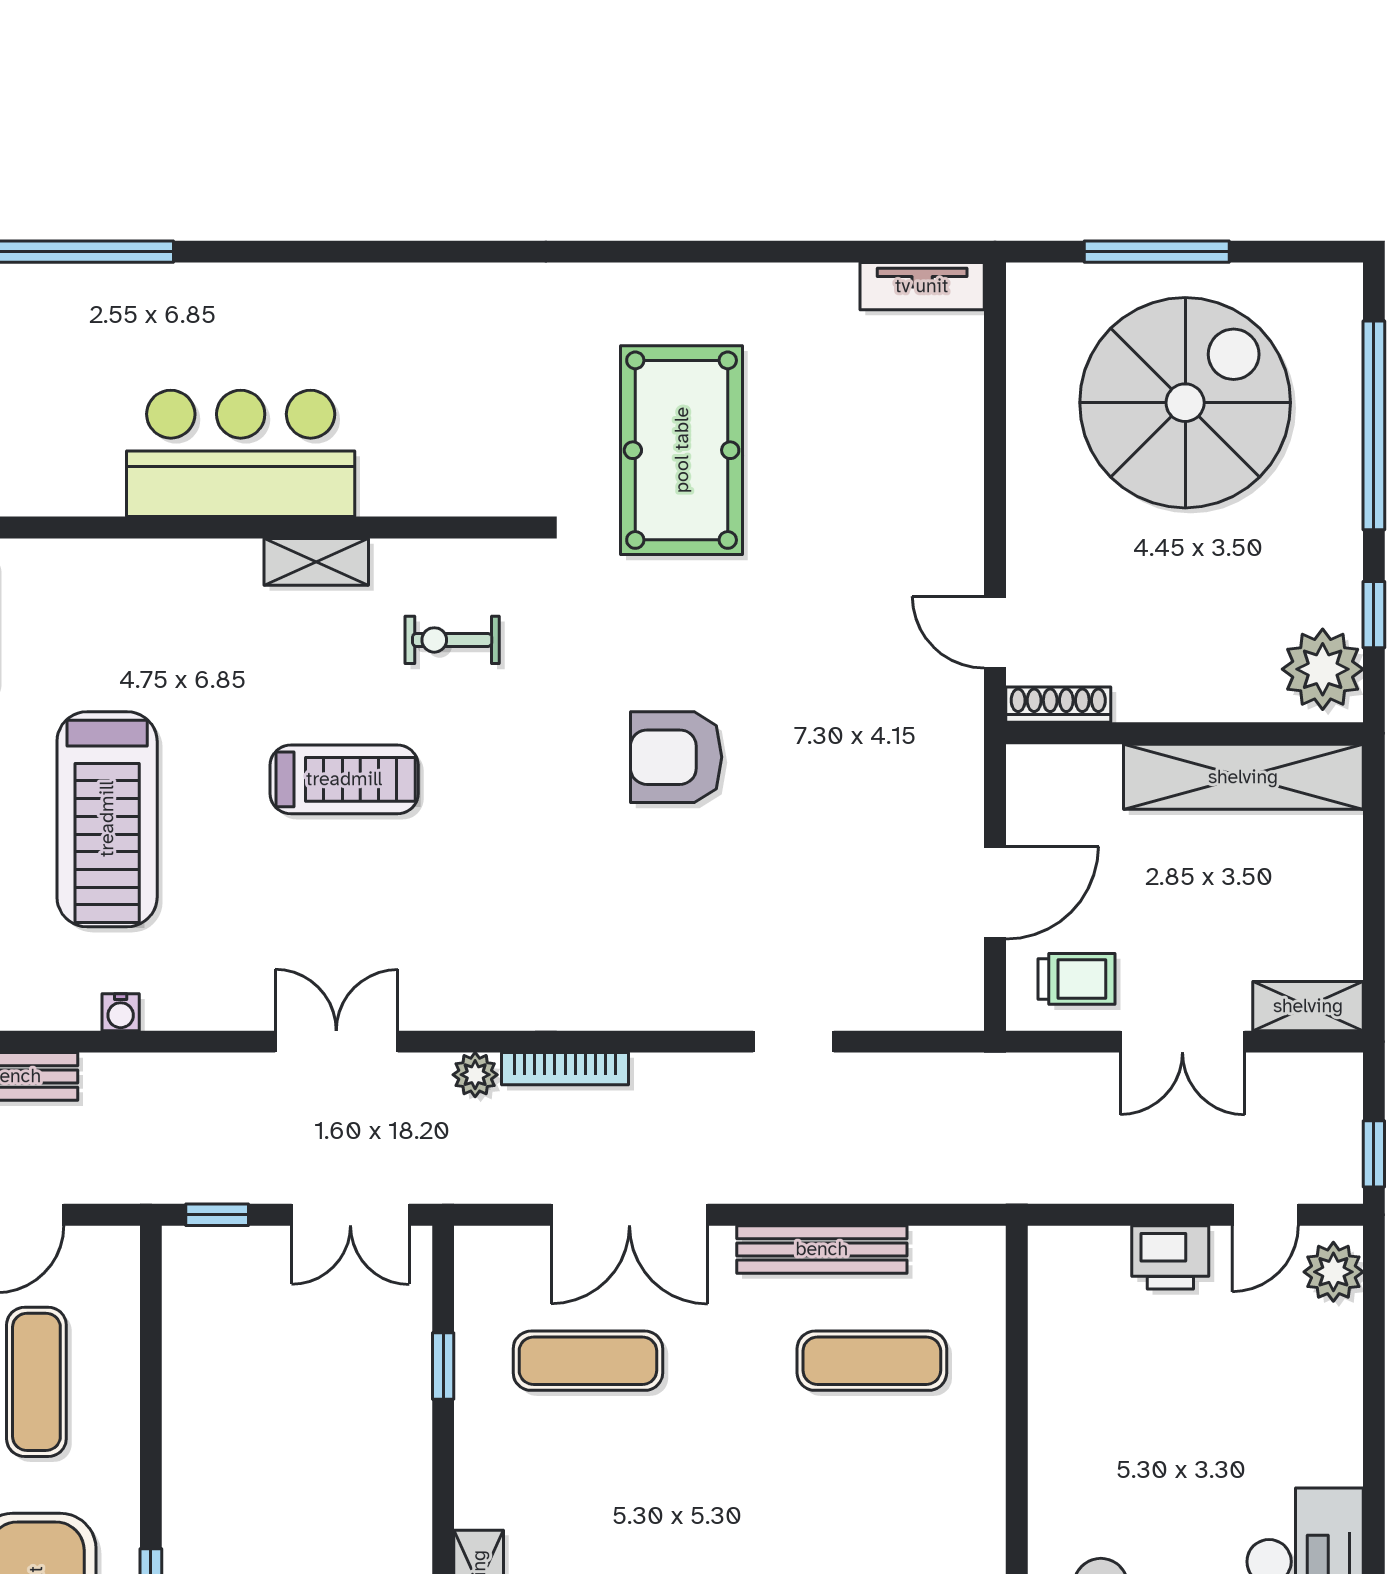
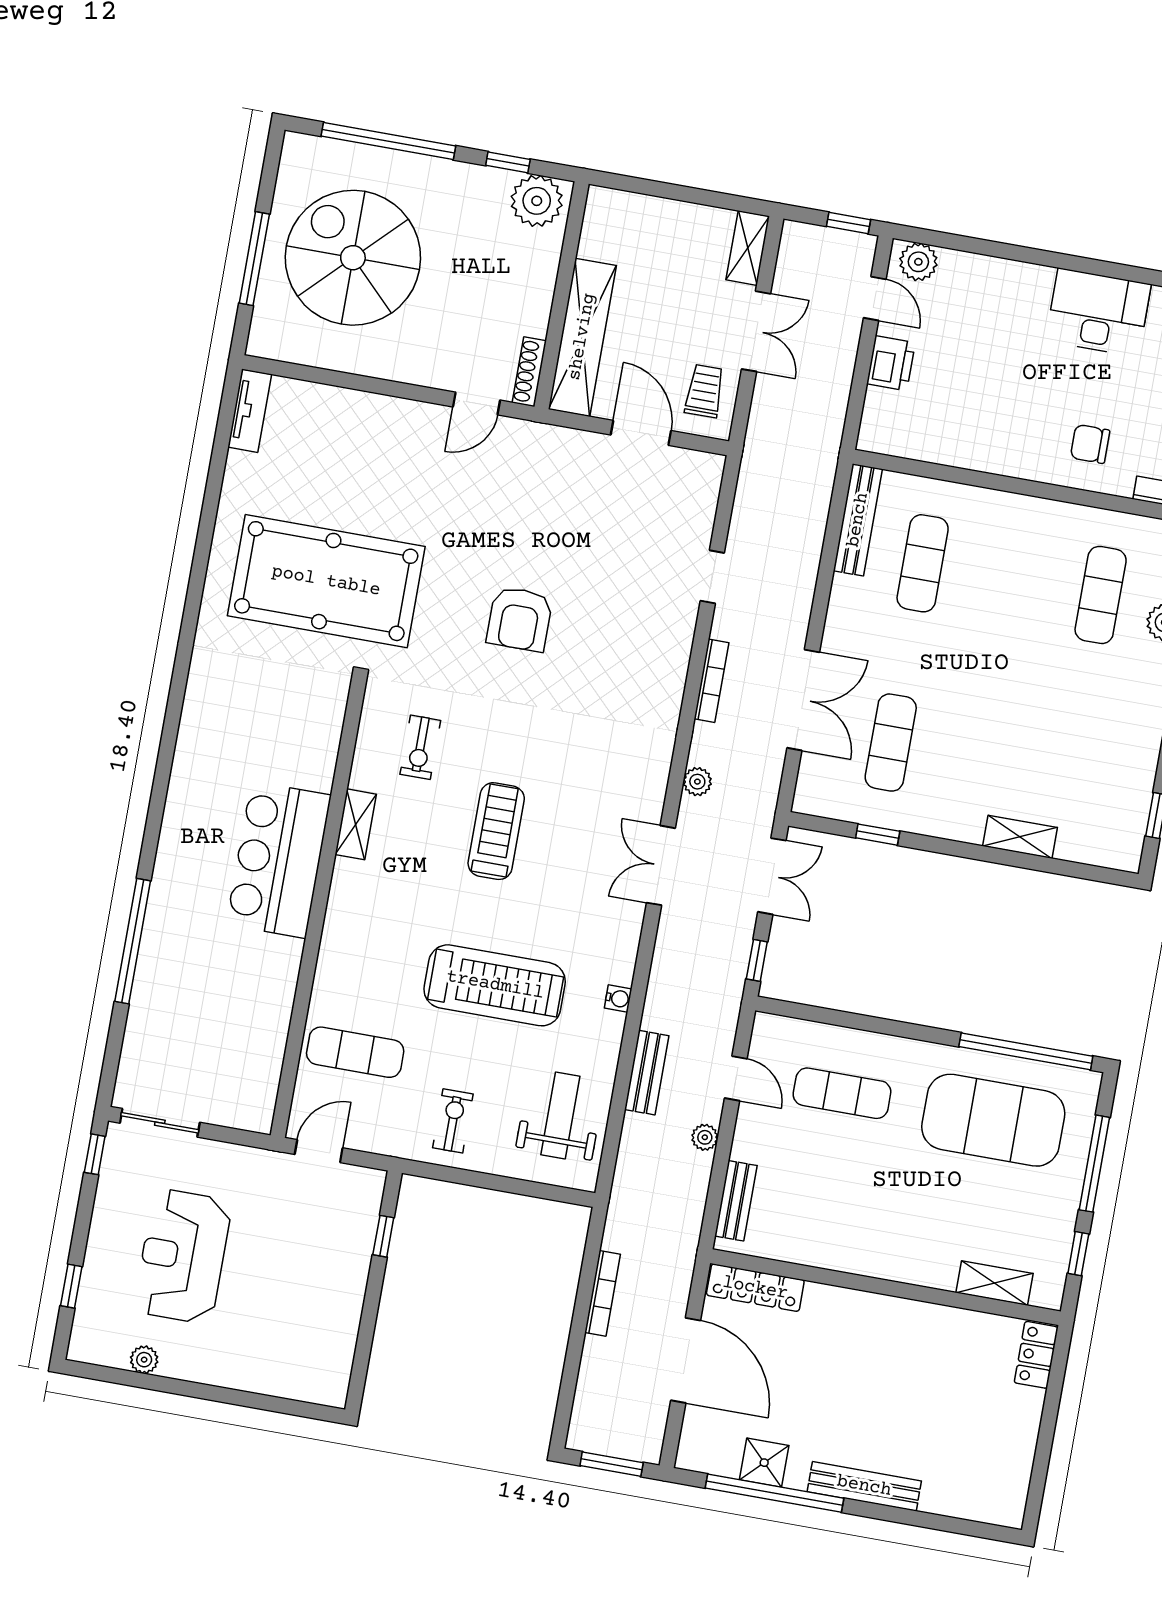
pool table: (682, 450) -> (326, 581), width x1.36, depth x1.32
shelving: (1243, 777) -> (582, 337), moved
bookcase: (565, 1069) -> (711, 681), moved
bench: (822, 1249) -> (858, 520), moved

